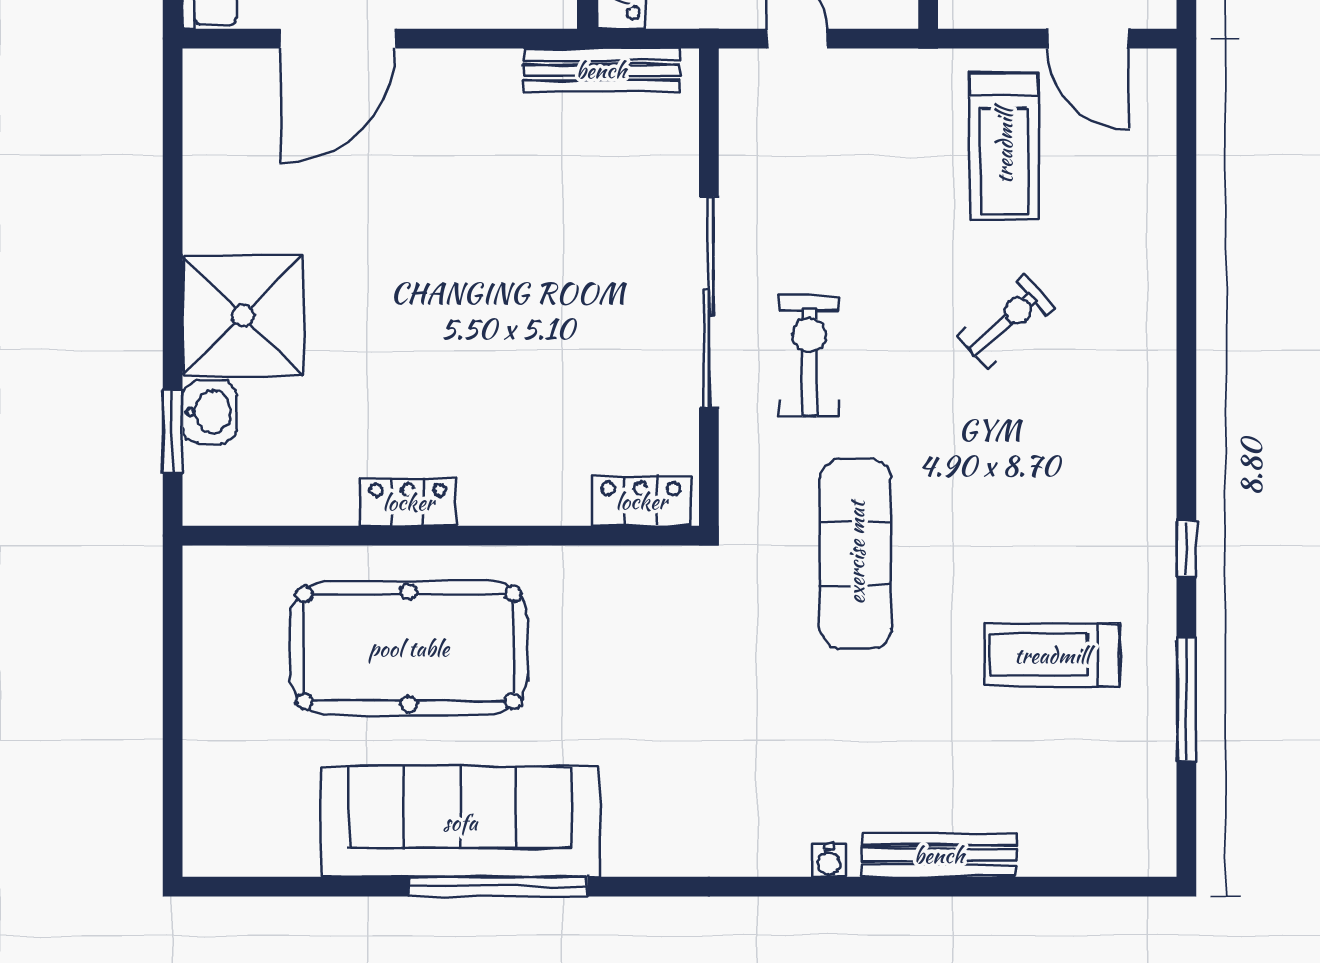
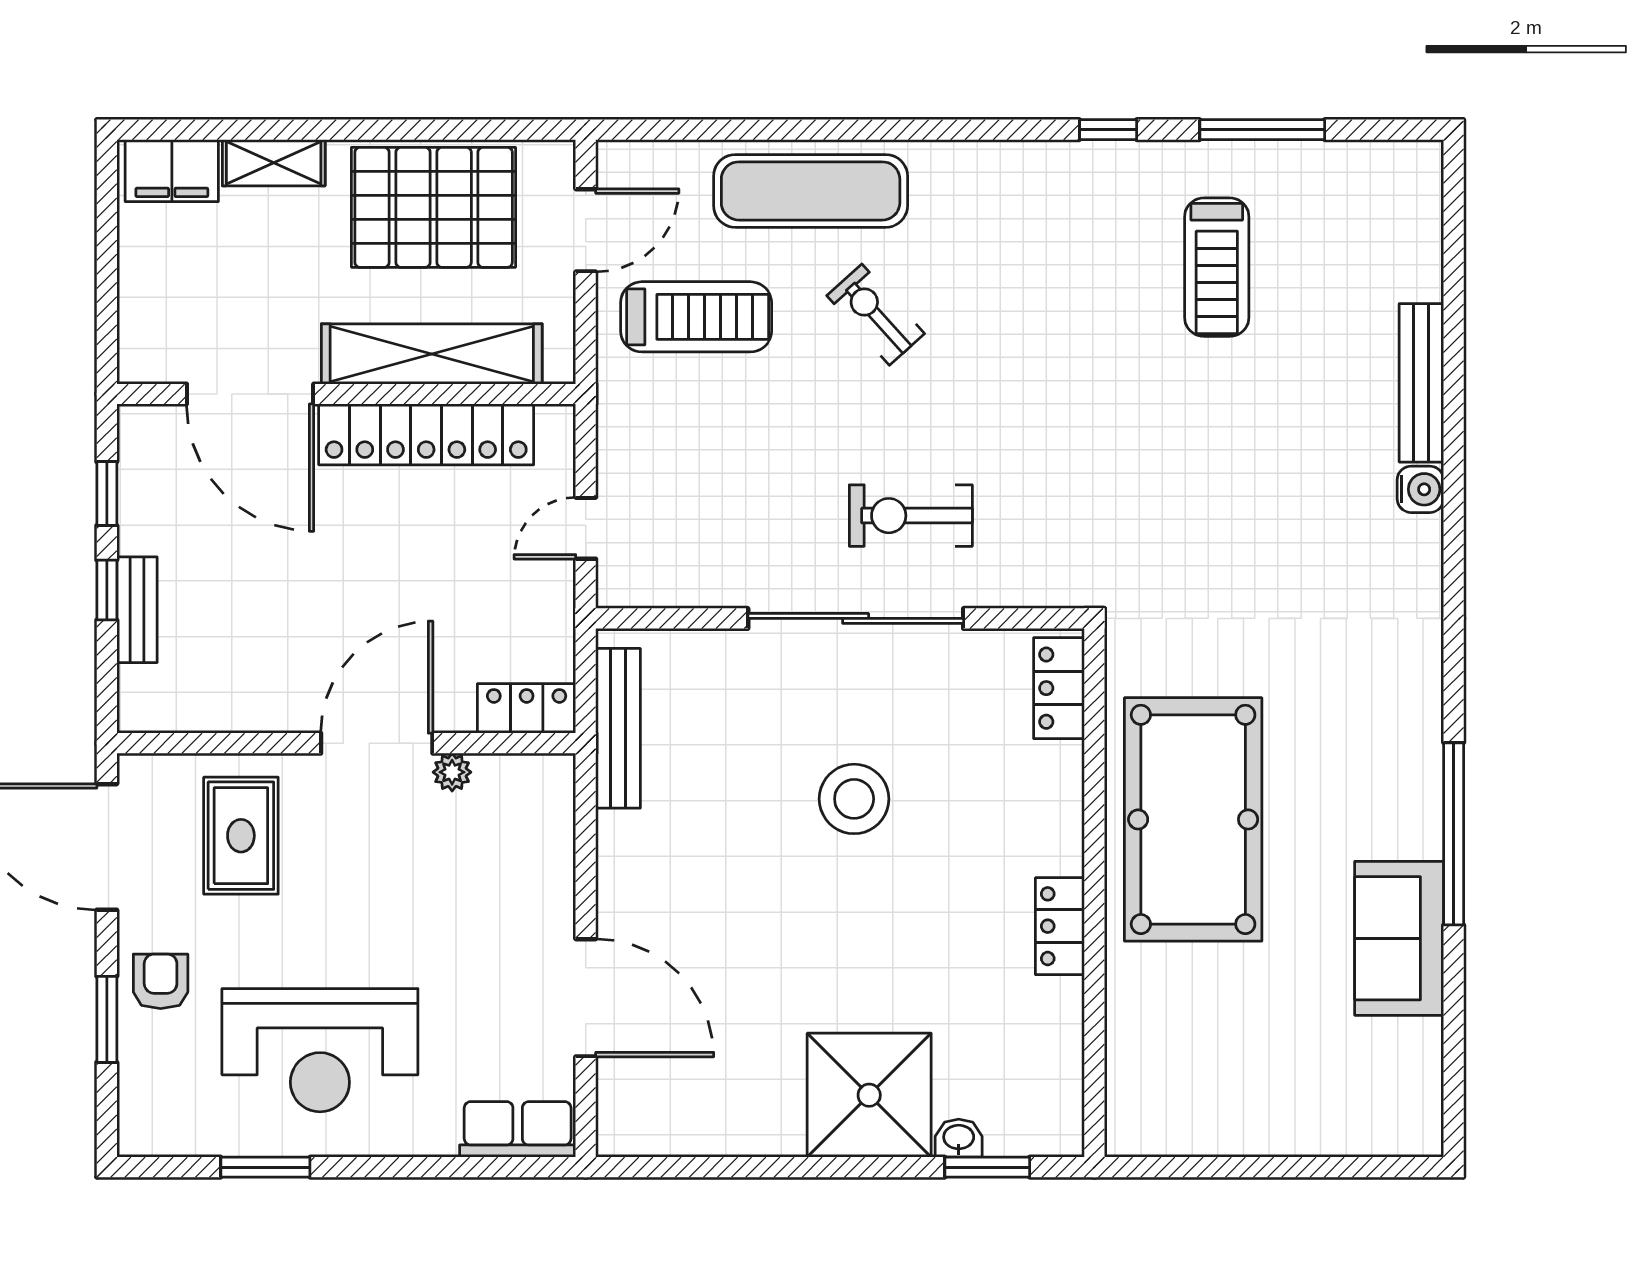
stool: (532, 301) -> (854, 799), added
washbasin: (209, 412) -> (959, 1138), width x0.72, depth x0.69
exercise mat: (856, 553) -> (811, 191), moved
pool table: (409, 648) -> (1193, 819), moved
sofa: (460, 822) -> (1399, 938), width x0.54, depth x0.79
water cooler: (829, 861) -> (1420, 489), width x1.38, depth x1.38

